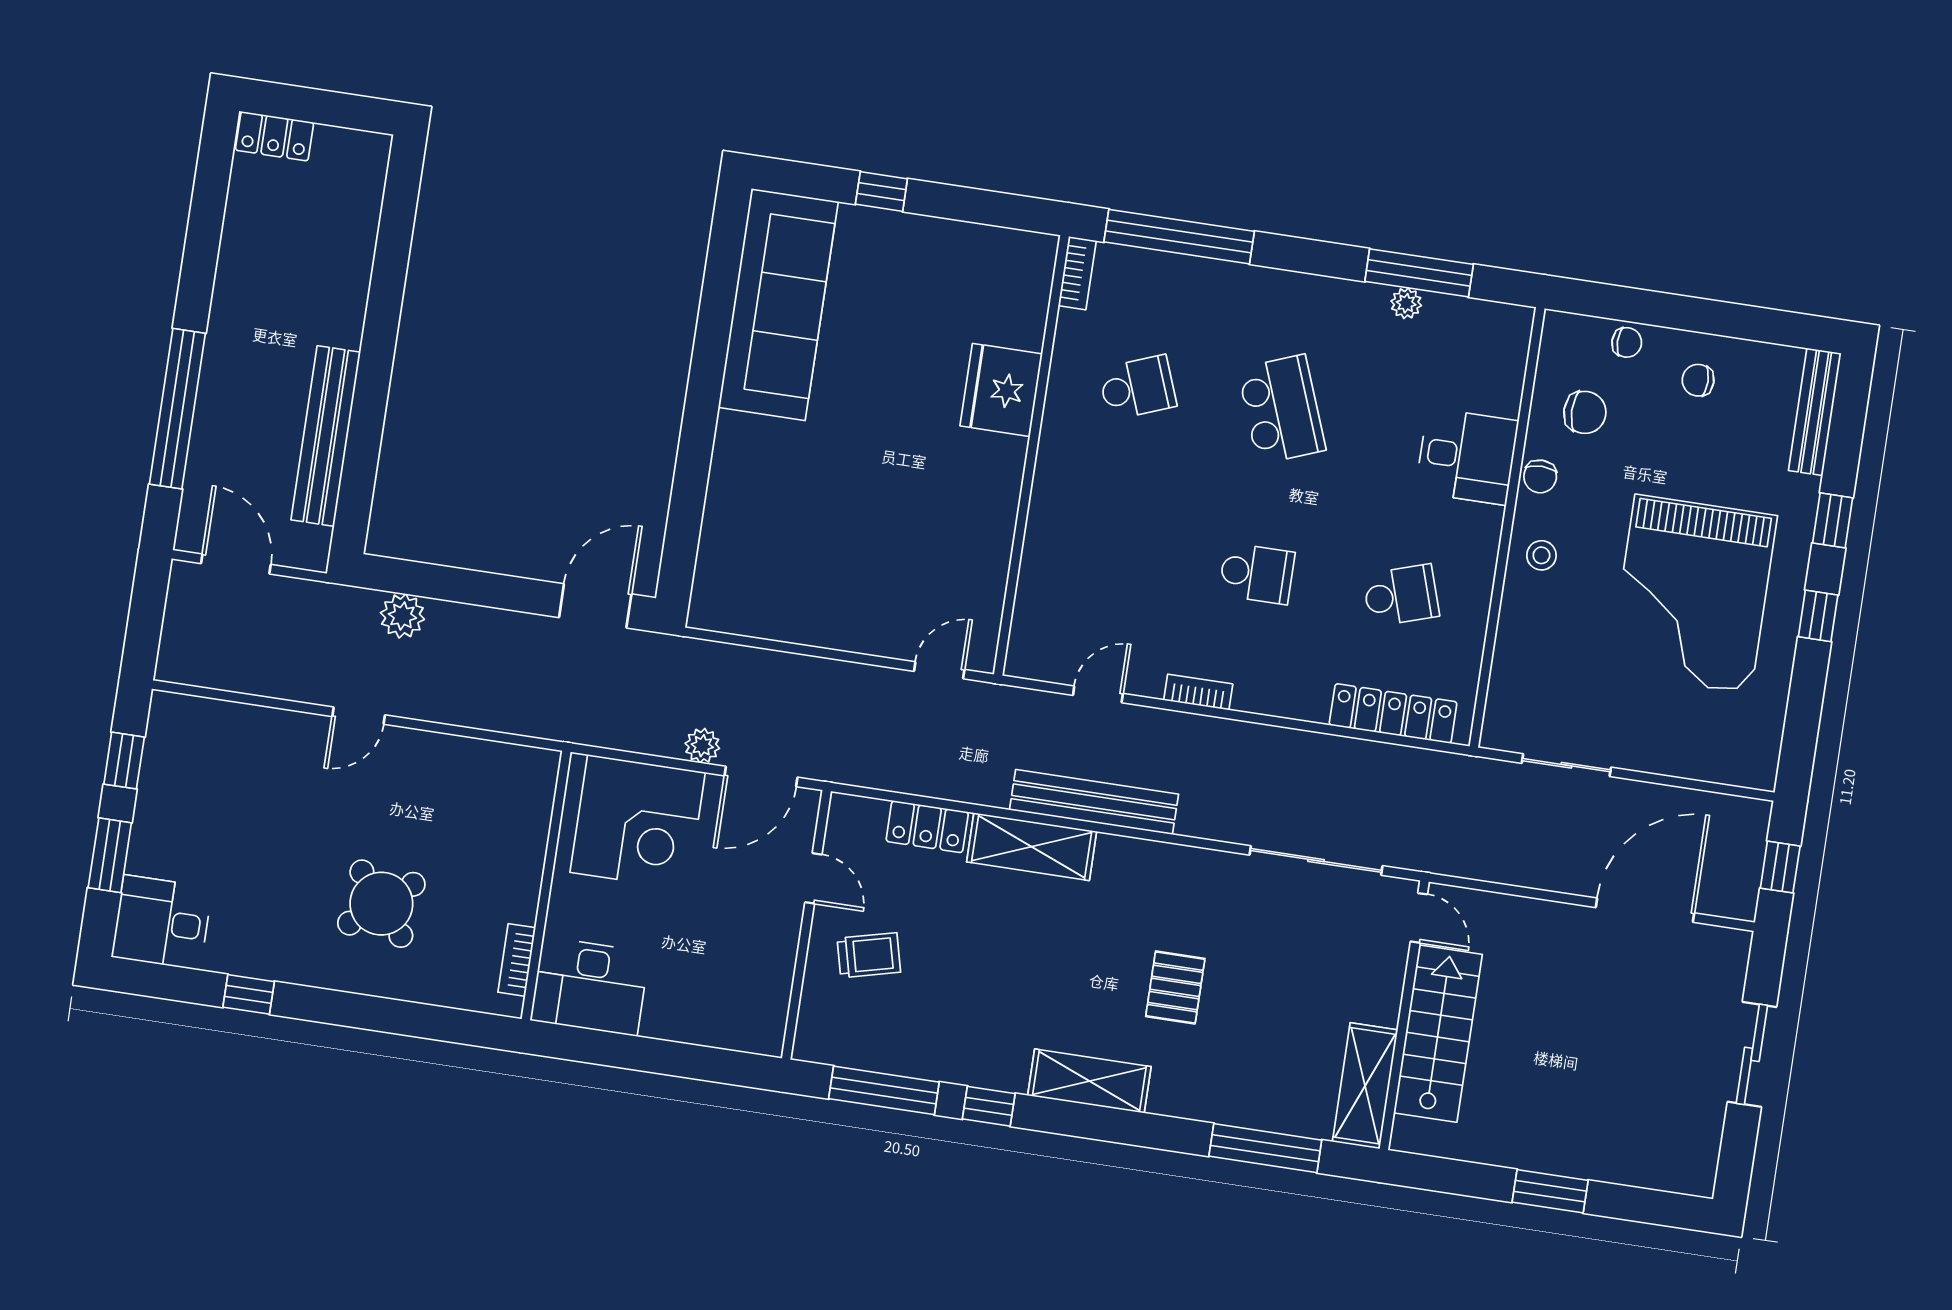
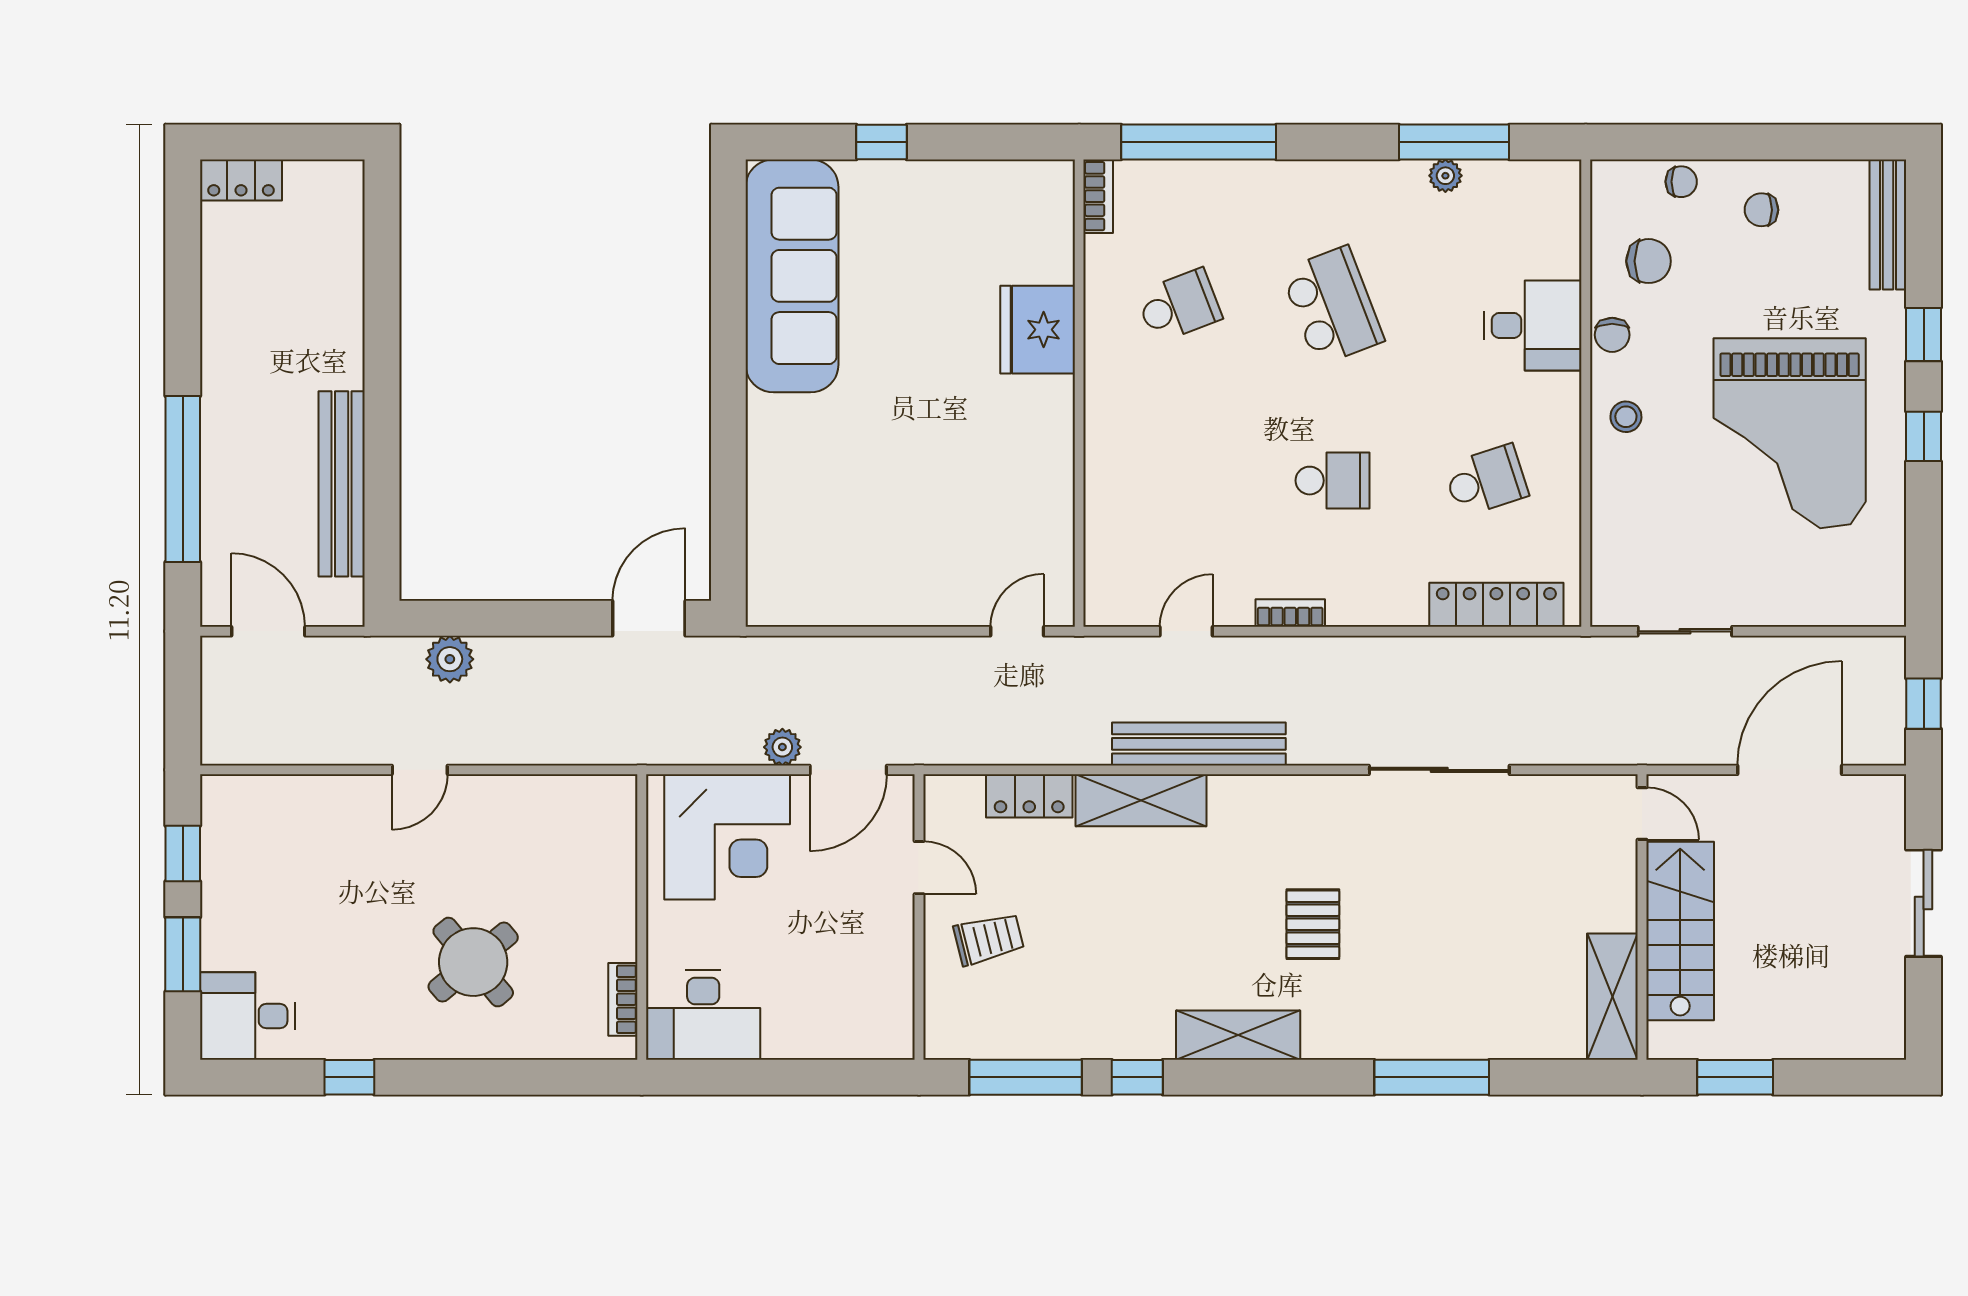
door: (1419, 918) -> (1642, 814), moved
wall: (1404, 1015) -> (1642, 917), moved
stairs: (1438, 1034) -> (1680, 931), moved
shelving: (1365, 1086) -> (1612, 997), moved

